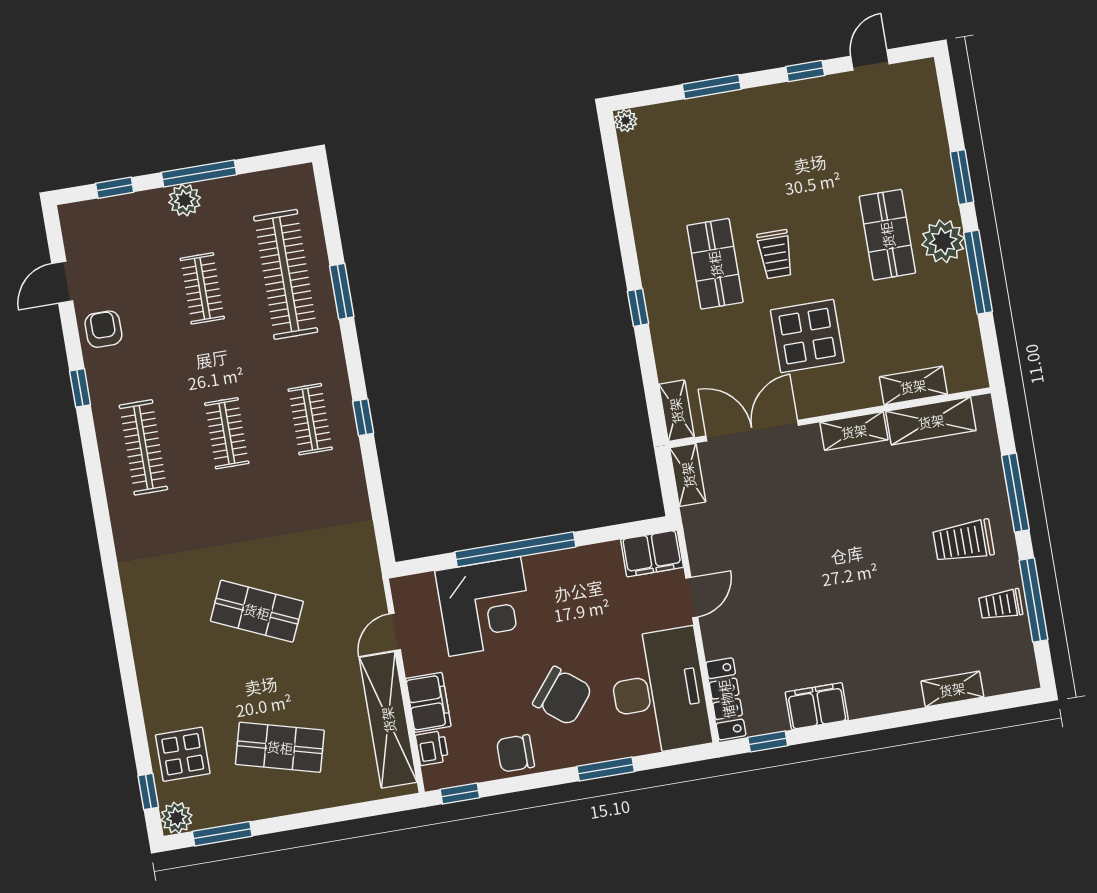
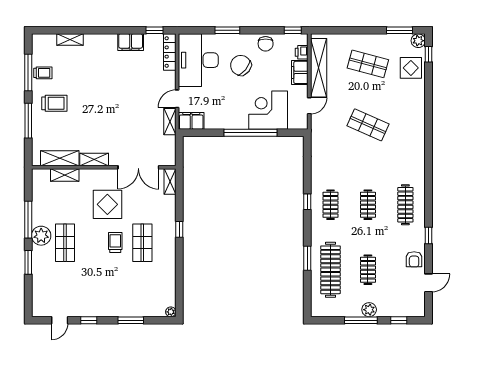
shelving: (688, 475) -> (170, 122), moved
chair: (515, 753) -> (266, 44), turned 90

